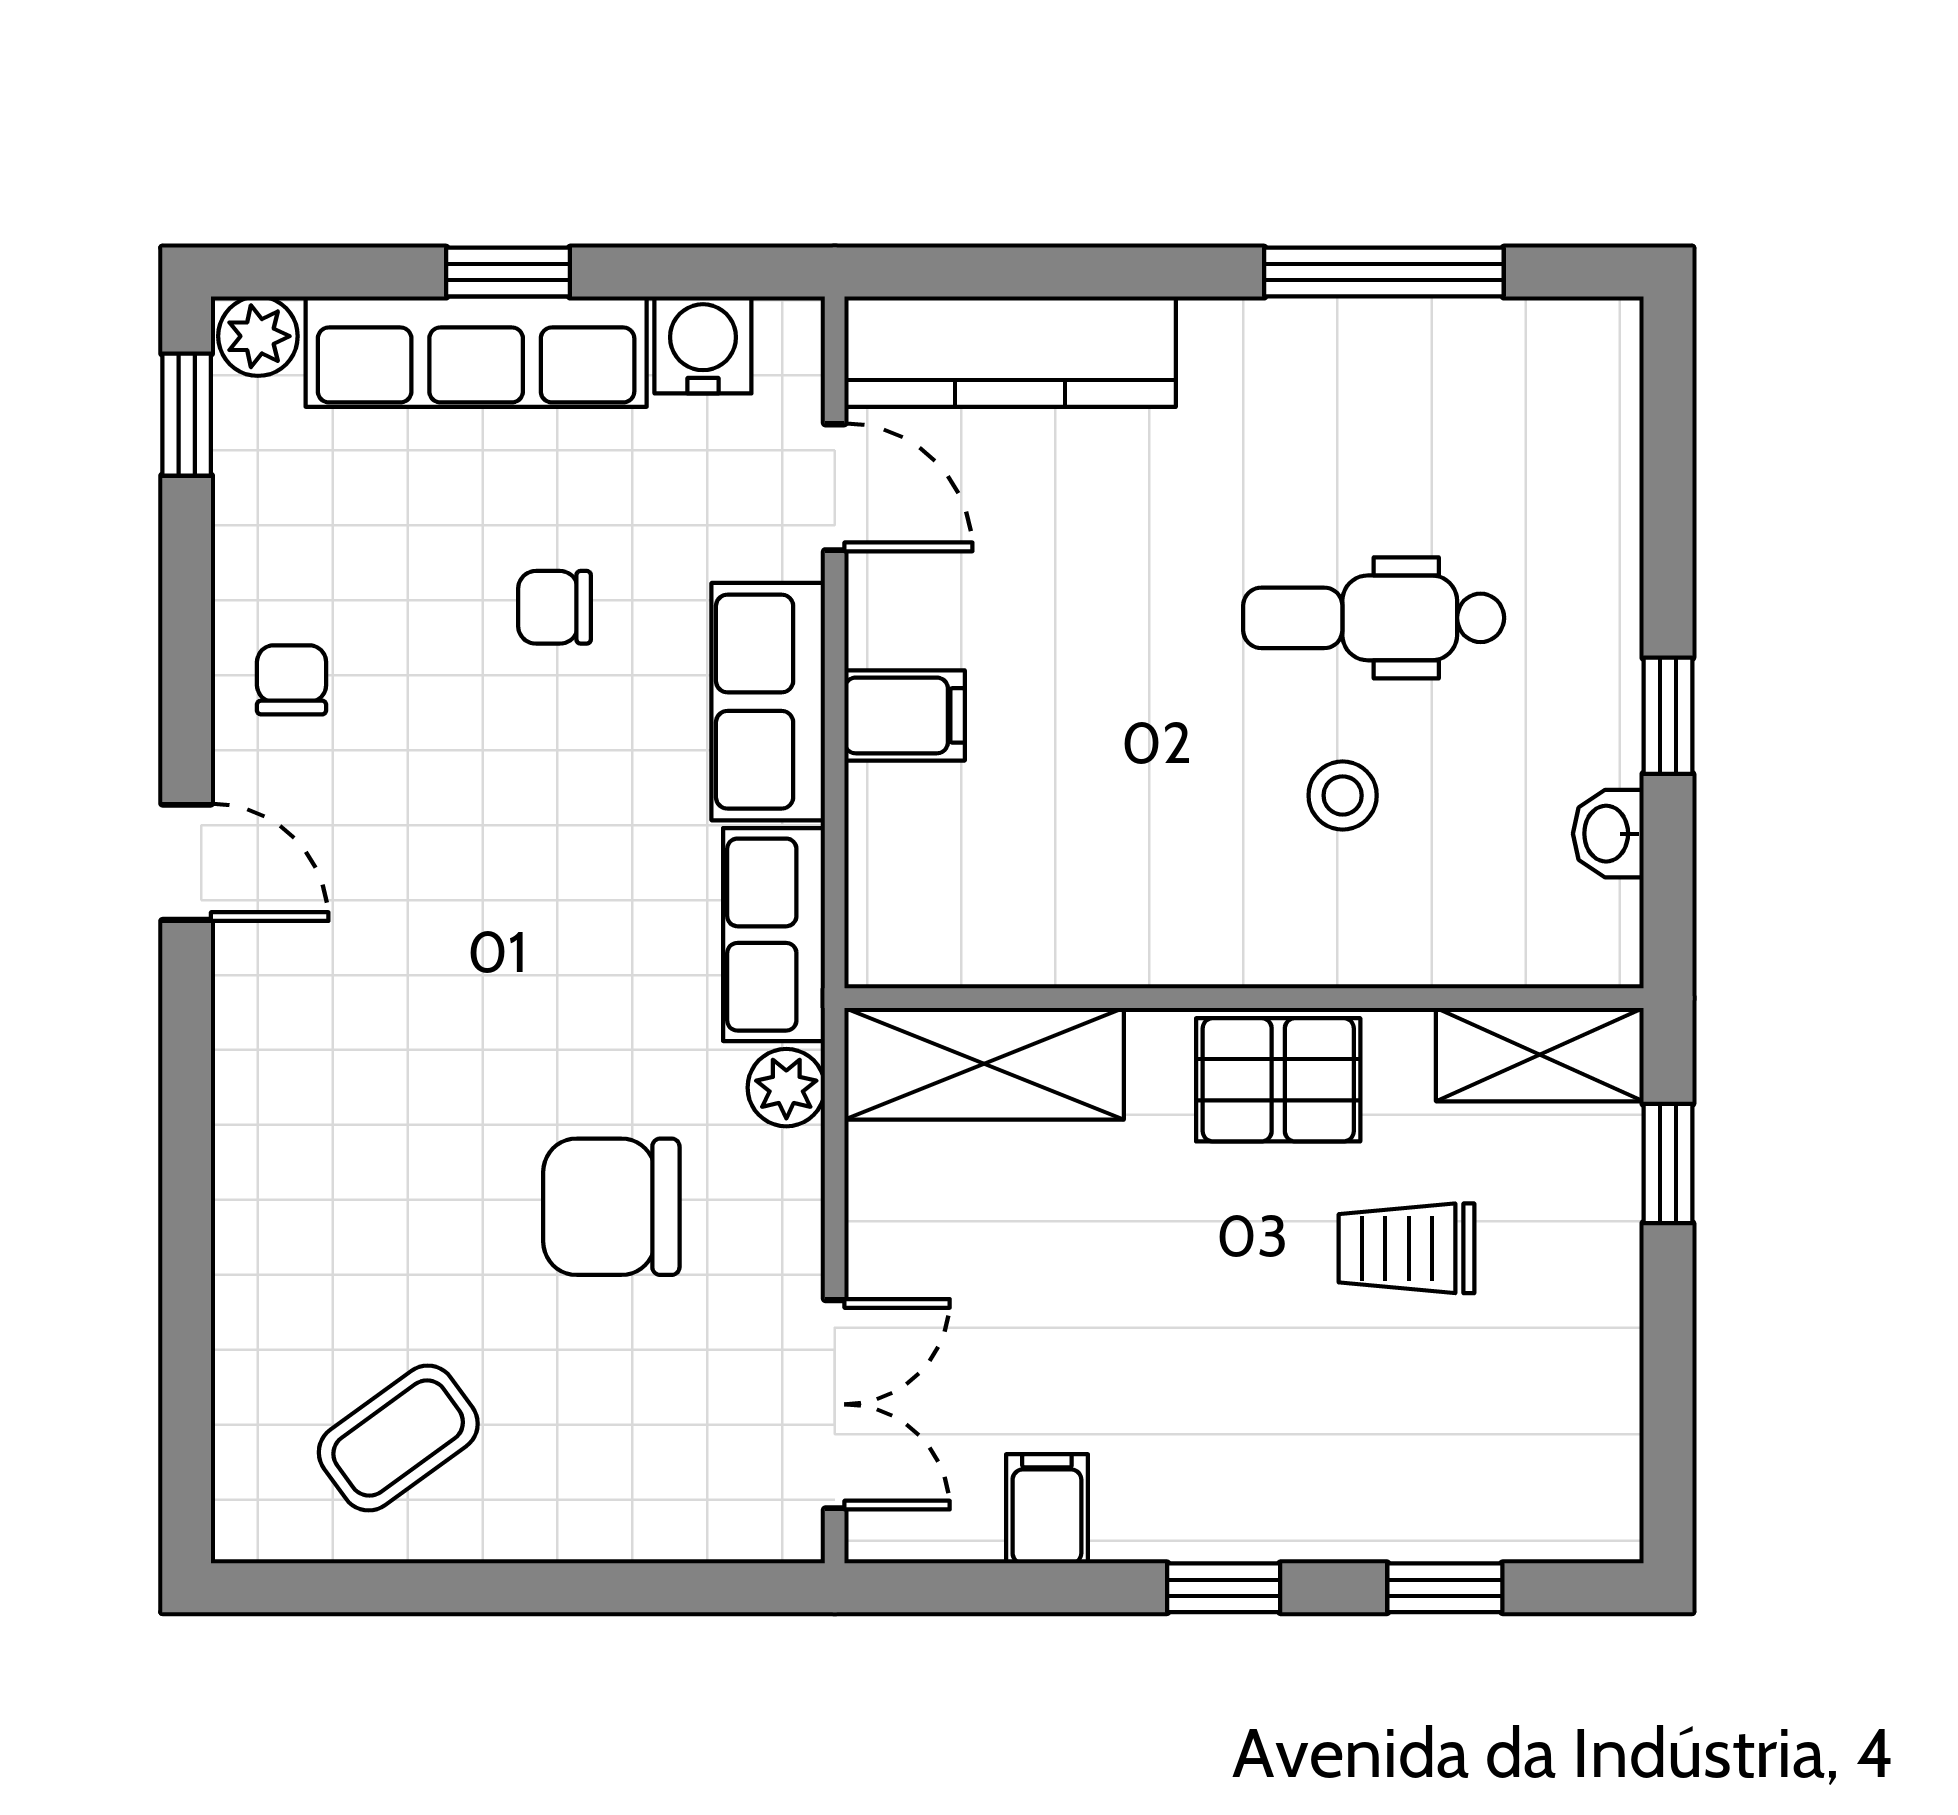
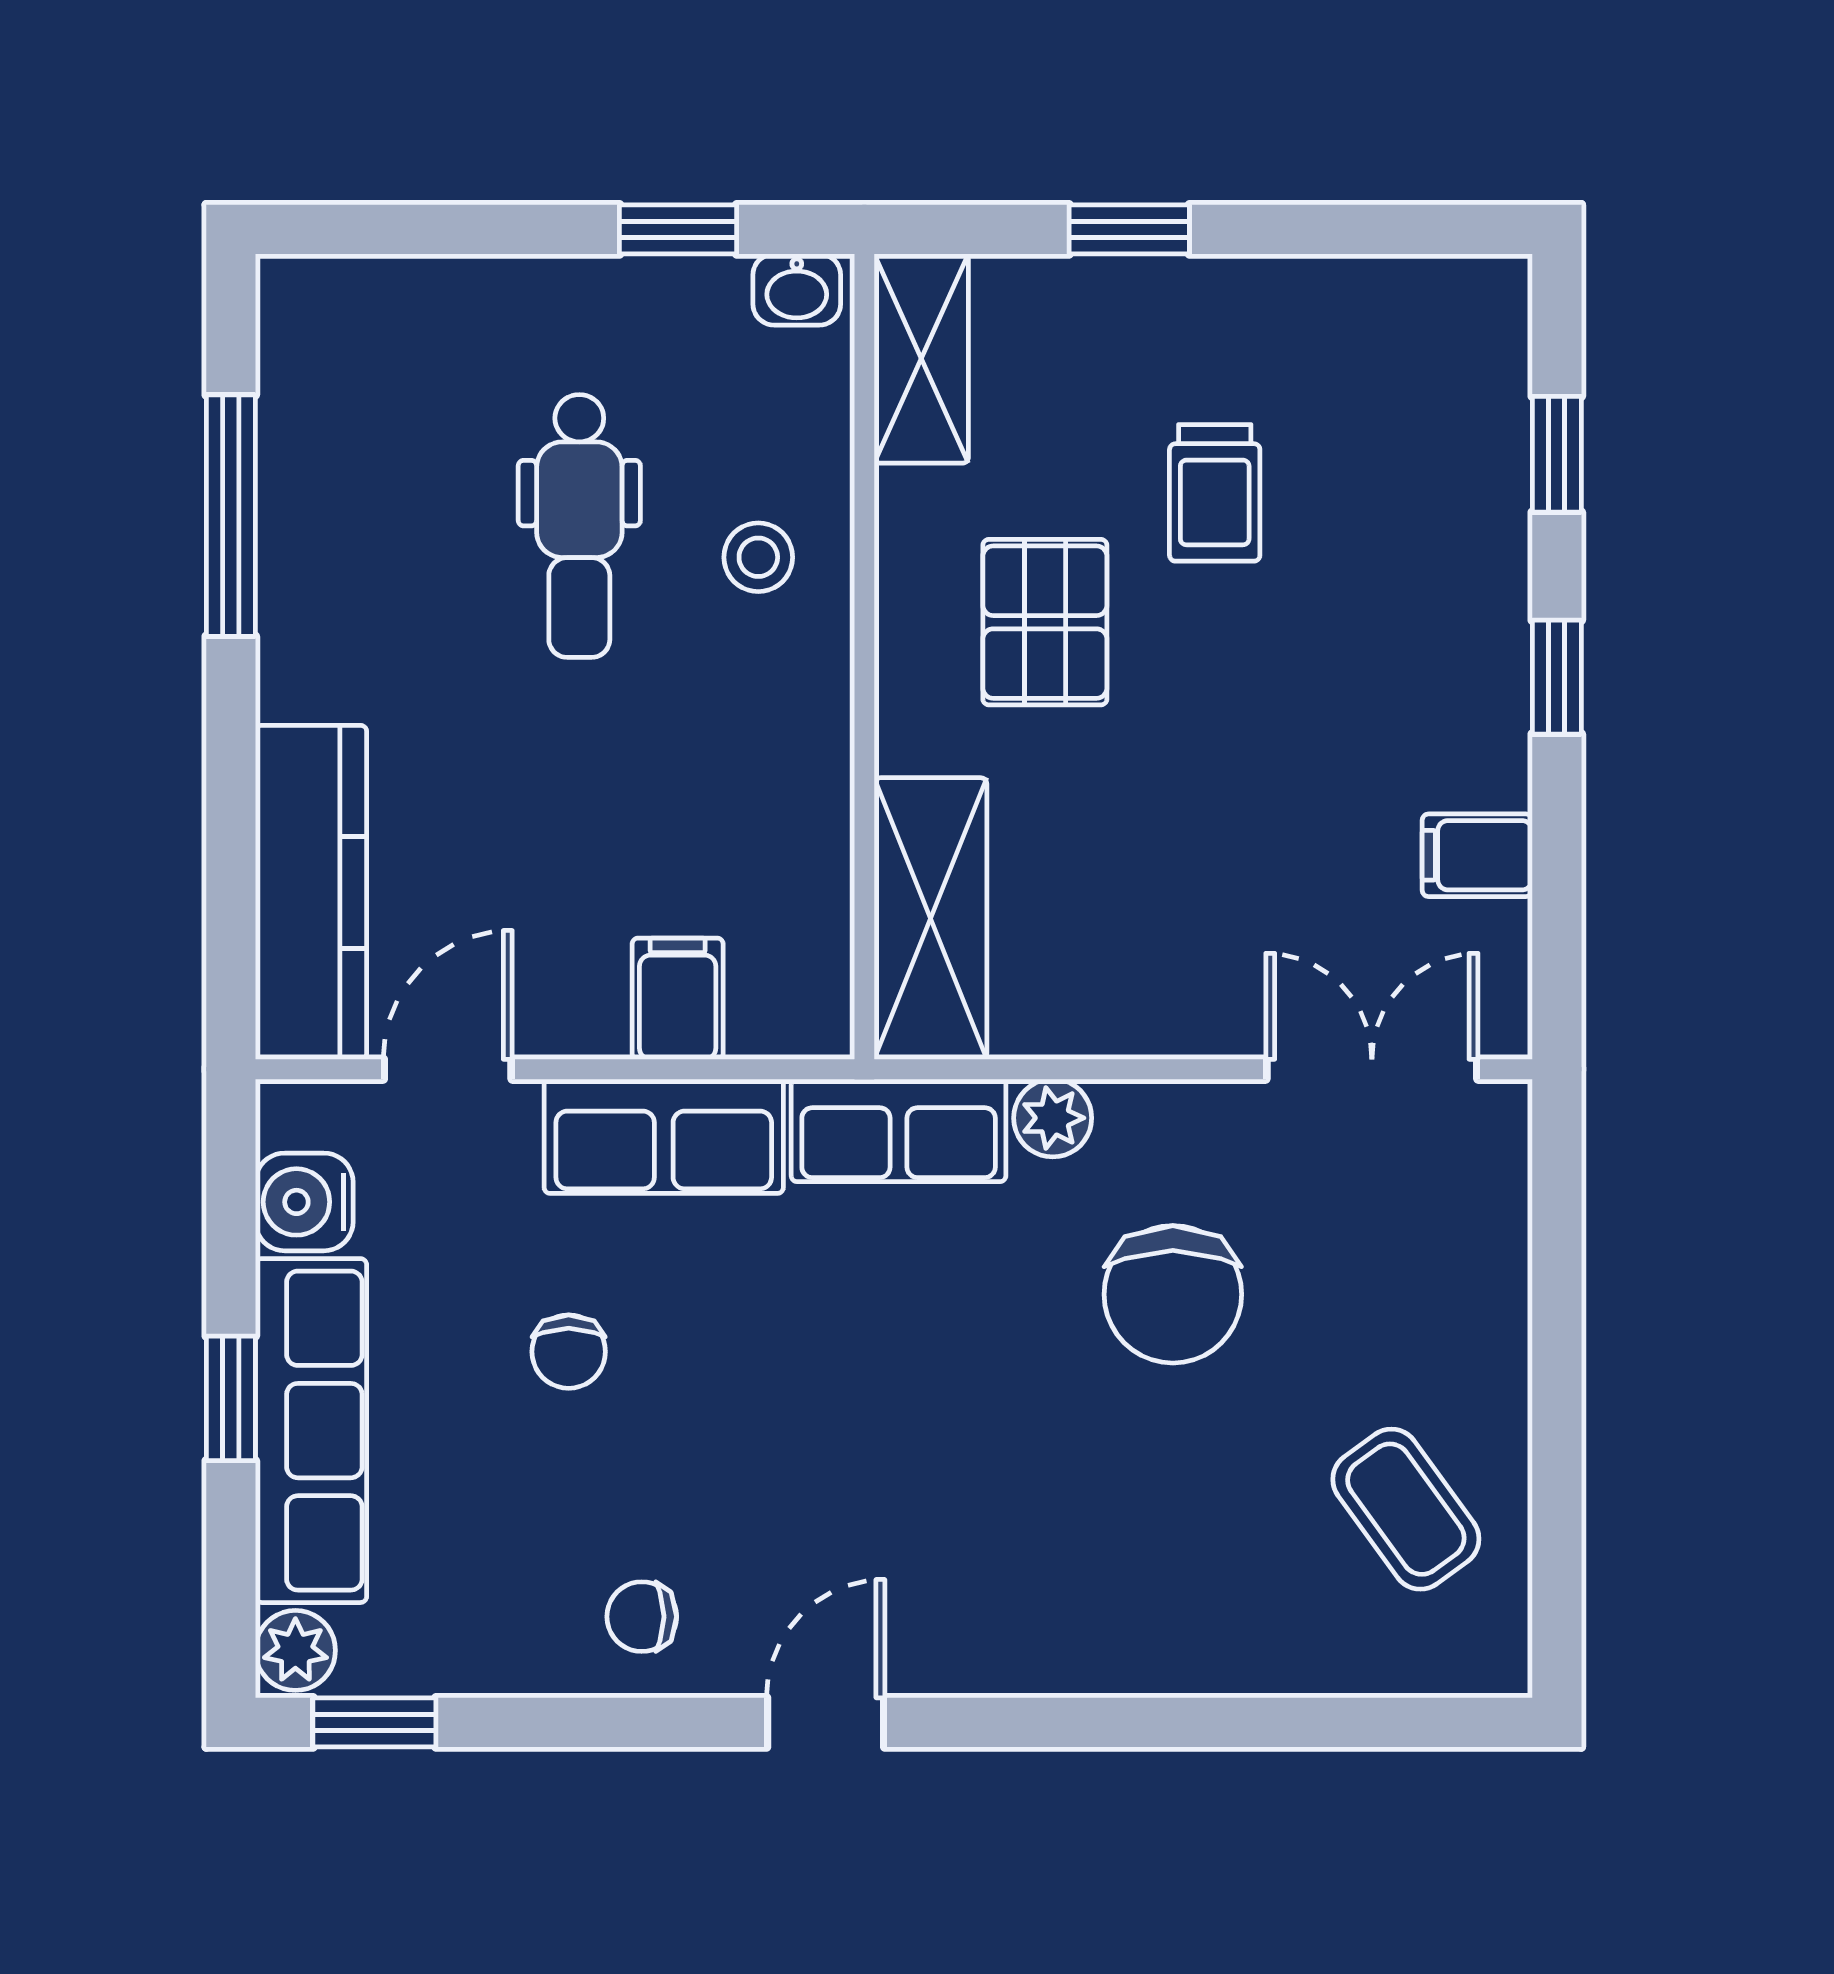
wall: (1244, 998) -> (864, 657), moved
shelving: (1540, 1055) -> (921, 359), moved
shelving: (984, 1064) -> (930, 919), moved

